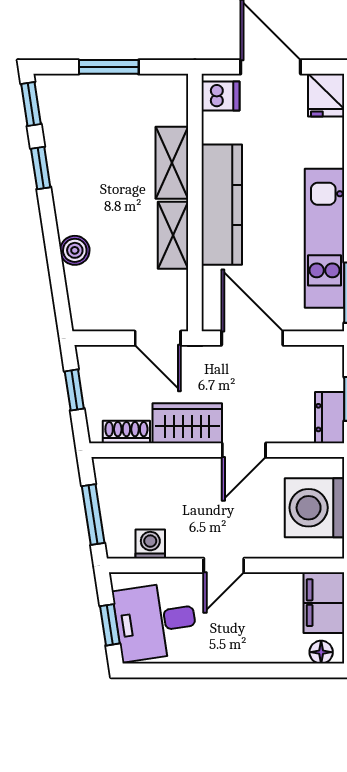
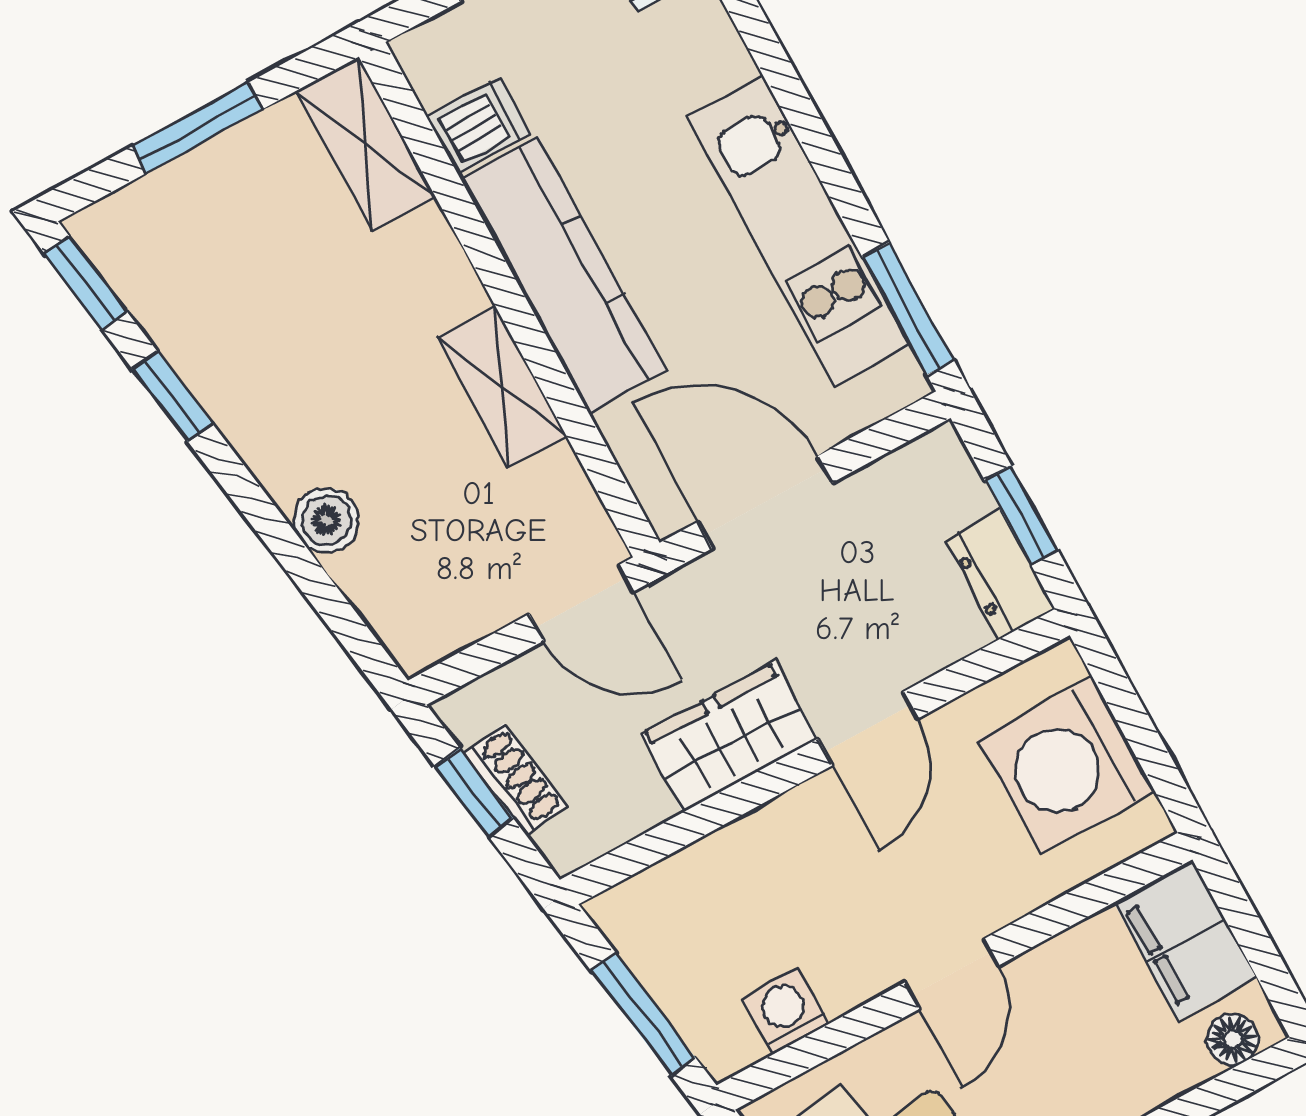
dishwasher: (221, 96) -> (479, 125), moved
shelving: (172, 163) -> (366, 144), moved
shoe rack: (126, 432) -> (515, 780), moved, turned 81

